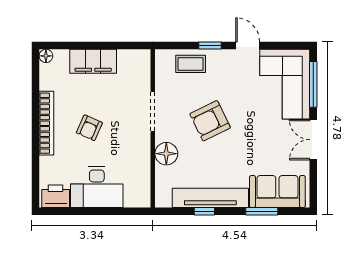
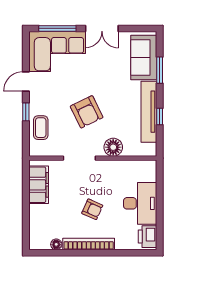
floor lamp: (46, 56) -> (56, 244), moved
filing cabinet: (93, 61) -> (39, 185), moved

